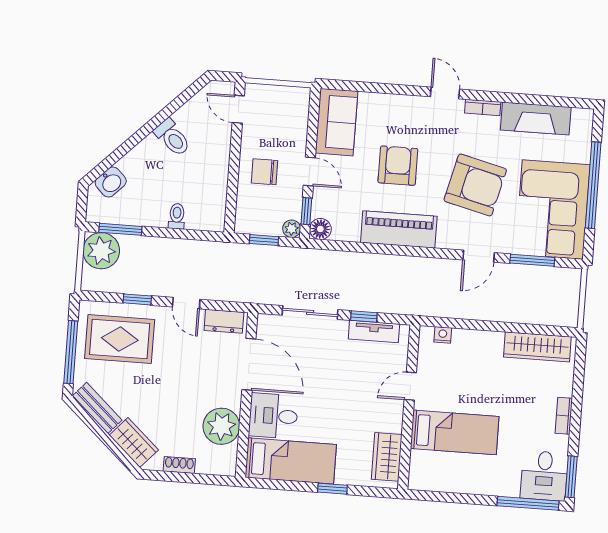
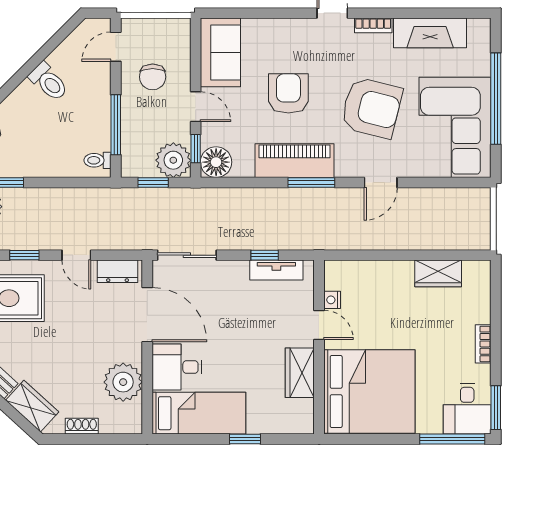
door: (238, 109) -> (116, 47), hinge flipped
chair: (265, 172) -> (153, 77), moved, turned -90
window: (233, 183) -> (116, 125), added
toilet: (177, 216) -> (97, 160), moved, turned -90
plant: (292, 229) -> (173, 160), width x1.88, depth x1.88
floor lamp: (320, 229) -> (216, 162), width x1.38, depth x1.38
window: (532, 260) -> (311, 183), moved
sliding door: (310, 312) -> (187, 255), moved
nightstand: (443, 335) -> (332, 300), moved, turned -90
wardrobe: (537, 347) -> (438, 273), width x0.67
door: (410, 386) -> (319, 325), swing flipped
bed: (455, 432) -> (369, 392), width x2.04
wardrobe: (387, 457) -> (300, 373), moved

